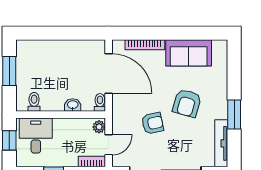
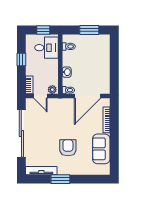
armchair: (187, 103) -> (68, 148), turned 74
armchair: (153, 123) -> (55, 125), removed

